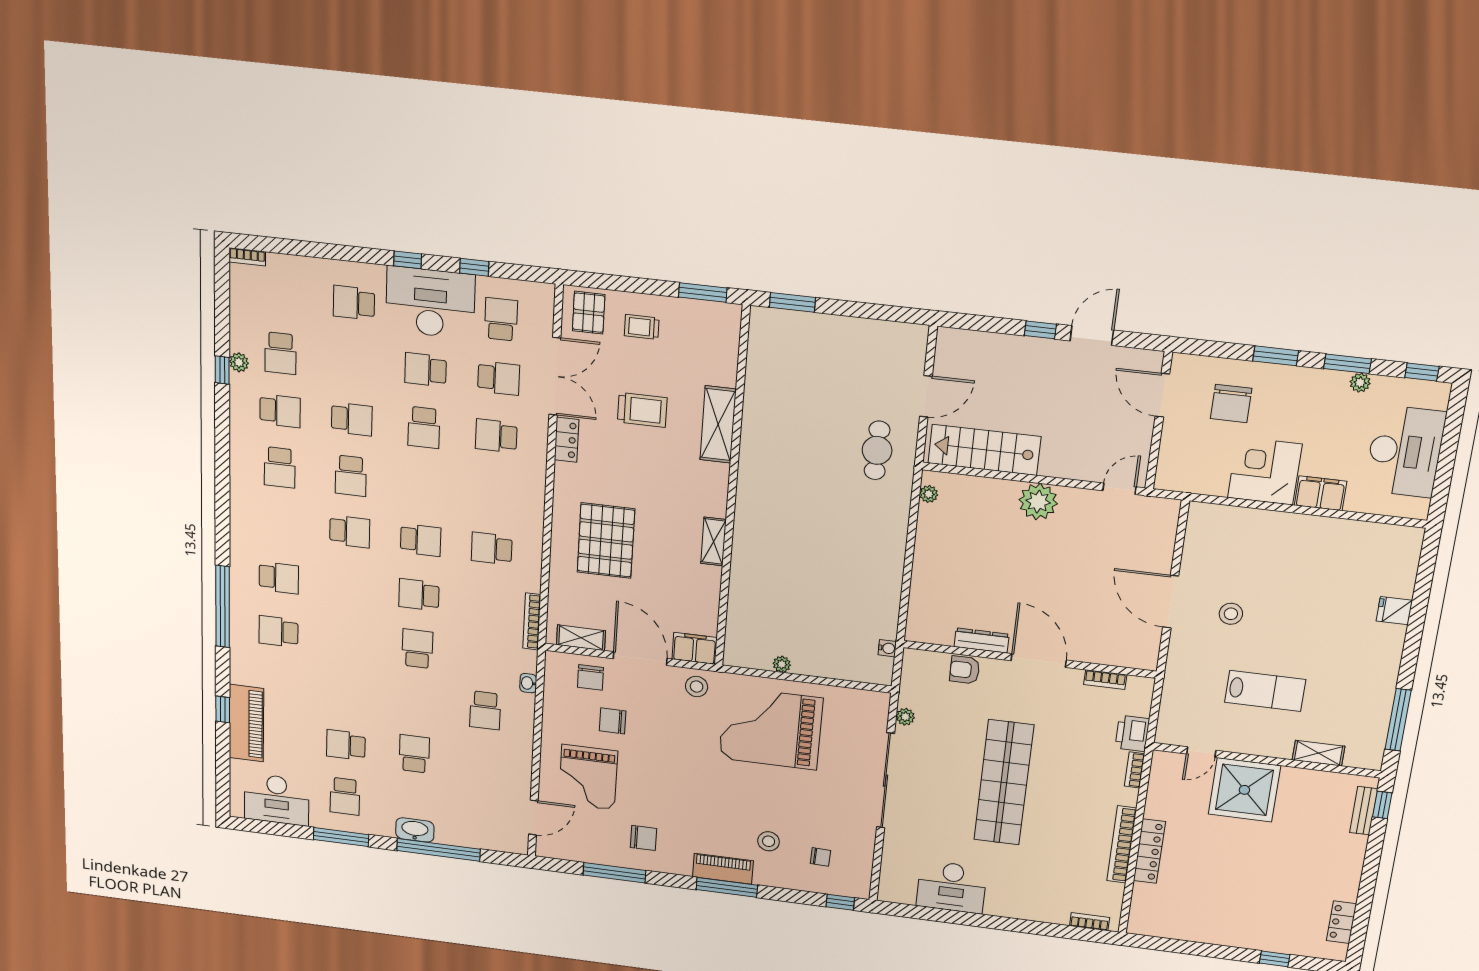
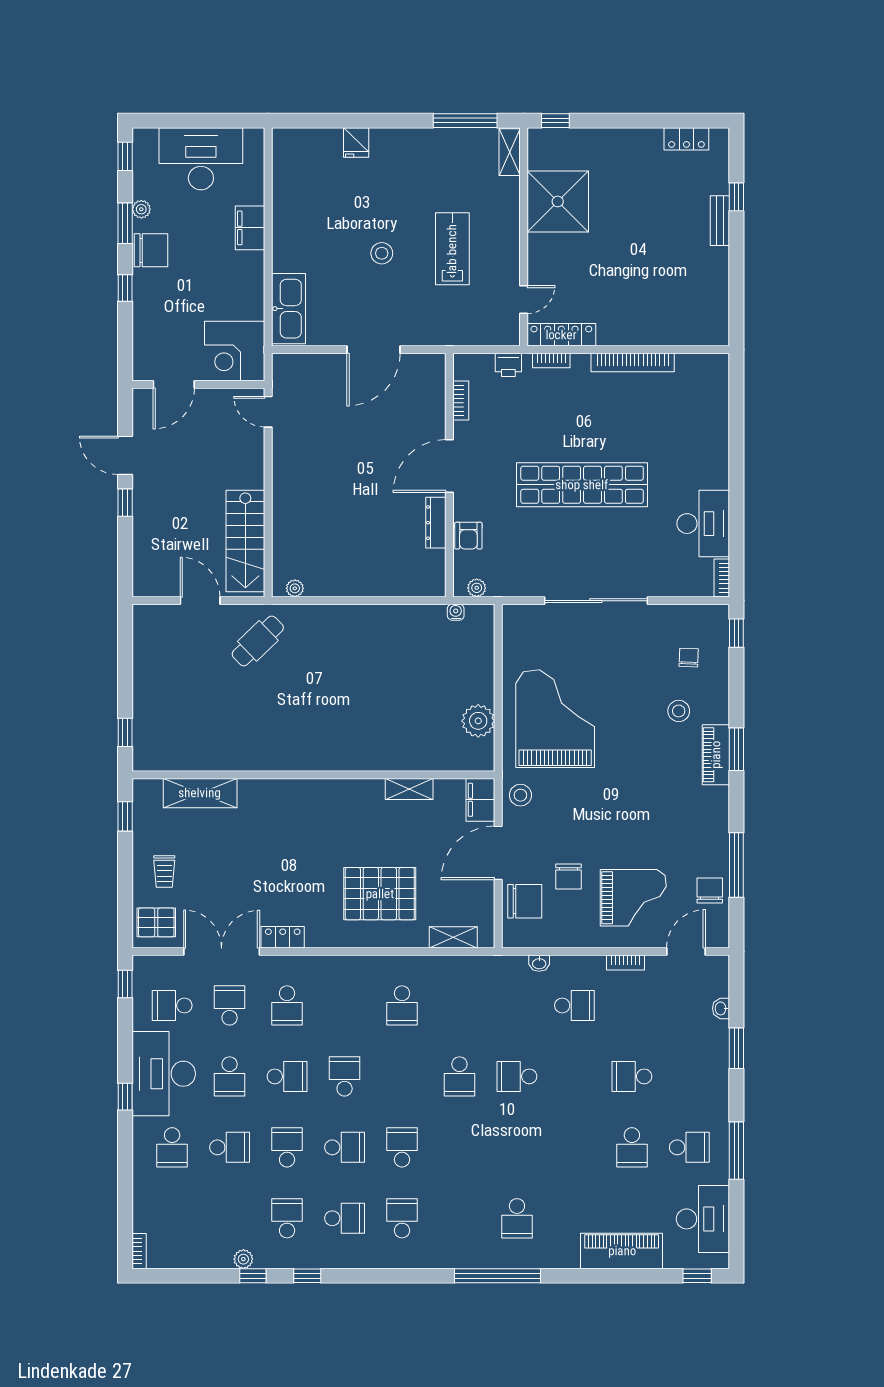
window: (474, 267) -> (125, 984), moved
window: (703, 292) -> (125, 816), width x0.67
window: (792, 302) -> (125, 732), width x0.67
school desk: (280, 353) -> (230, 1147), moved
window: (1276, 356) -> (125, 288), width x0.67
chair: (1231, 403) -> (151, 250), moved
trolley: (642, 410) -> (245, 866), removed
window: (222, 424) -> (307, 1276), added
shelving: (718, 424) -> (200, 793), moved
cafe table: (877, 450) -> (258, 641), turned -45
corner desk: (1265, 471) -> (235, 351), moved
plant: (1038, 502) -> (290, 485), removed
kitchen sink: (1227, 522) -> (288, 309), added
school desk: (421, 540) -> (345, 1076), moved
shelving: (714, 541) -> (409, 789), moved
school desk: (279, 578) -> (402, 1218), moved
stool: (1231, 614) -> (382, 253), moved
bookcase: (532, 621) -> (625, 963), moved, width x0.64
shelving: (581, 638) -> (453, 937), moved, turned 90
plant: (782, 664) -> (478, 721), width x1.87, depth x1.87
chair: (590, 677) -> (525, 901), width x1.37, depth x1.37
window: (223, 709) -> (697, 1276), moved
plant: (905, 717) -> (477, 588), moved
grand piano: (771, 728) -> (555, 719), turned 180
printer: (1132, 733) -> (508, 365), width x0.73, depth x0.81
door: (1201, 752) -> (524, 300), hinge flipped
shelving: (1318, 753) -> (510, 152), moved
shower: (1244, 790) -> (558, 201), moved
bench: (1364, 811) -> (720, 221), moved, turned 90
door: (533, 818) -> (686, 952), hinge flipped
washbasin: (415, 830) -> (721, 1008), moved, width x0.52, depth x0.69
chair: (643, 838) -> (710, 891), moved
window: (438, 850) -> (736, 1048), width x0.47
locker: (1149, 851) -> (561, 335), moved
window: (727, 887) -> (736, 749), width x0.69
bookcase: (1090, 922) -> (722, 578), moved

